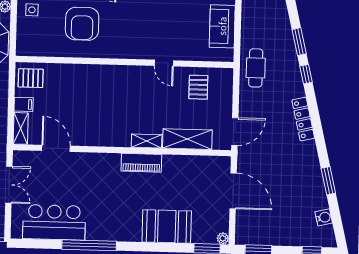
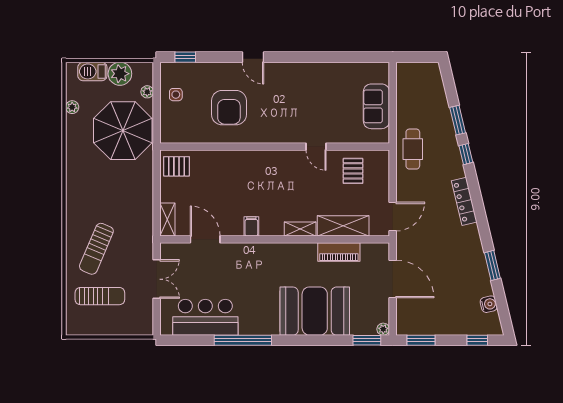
filing cabinet: (24, 104) -> (251, 226), moved, turned -90
piano: (141, 163) -> (339, 252), moved
booth: (167, 226) -> (315, 311), width x1.36, depth x1.42

